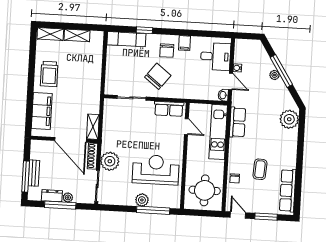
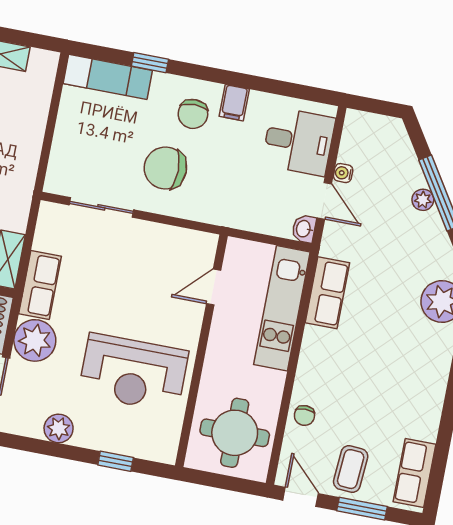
chair: (158, 76) -> (165, 168), turned -128
row of seats: (169, 109) -> (40, 285), moved, turned -90
door: (186, 127) -> (214, 287), swing flipped
coffee table: (260, 169) -> (351, 469), moved
reception desk: (156, 170) -> (133, 373), turned 180
row of seats: (288, 191) -> (415, 473), width x0.68
plant: (142, 200) -> (59, 428), moved
window: (153, 210) -> (116, 461), width x0.46

